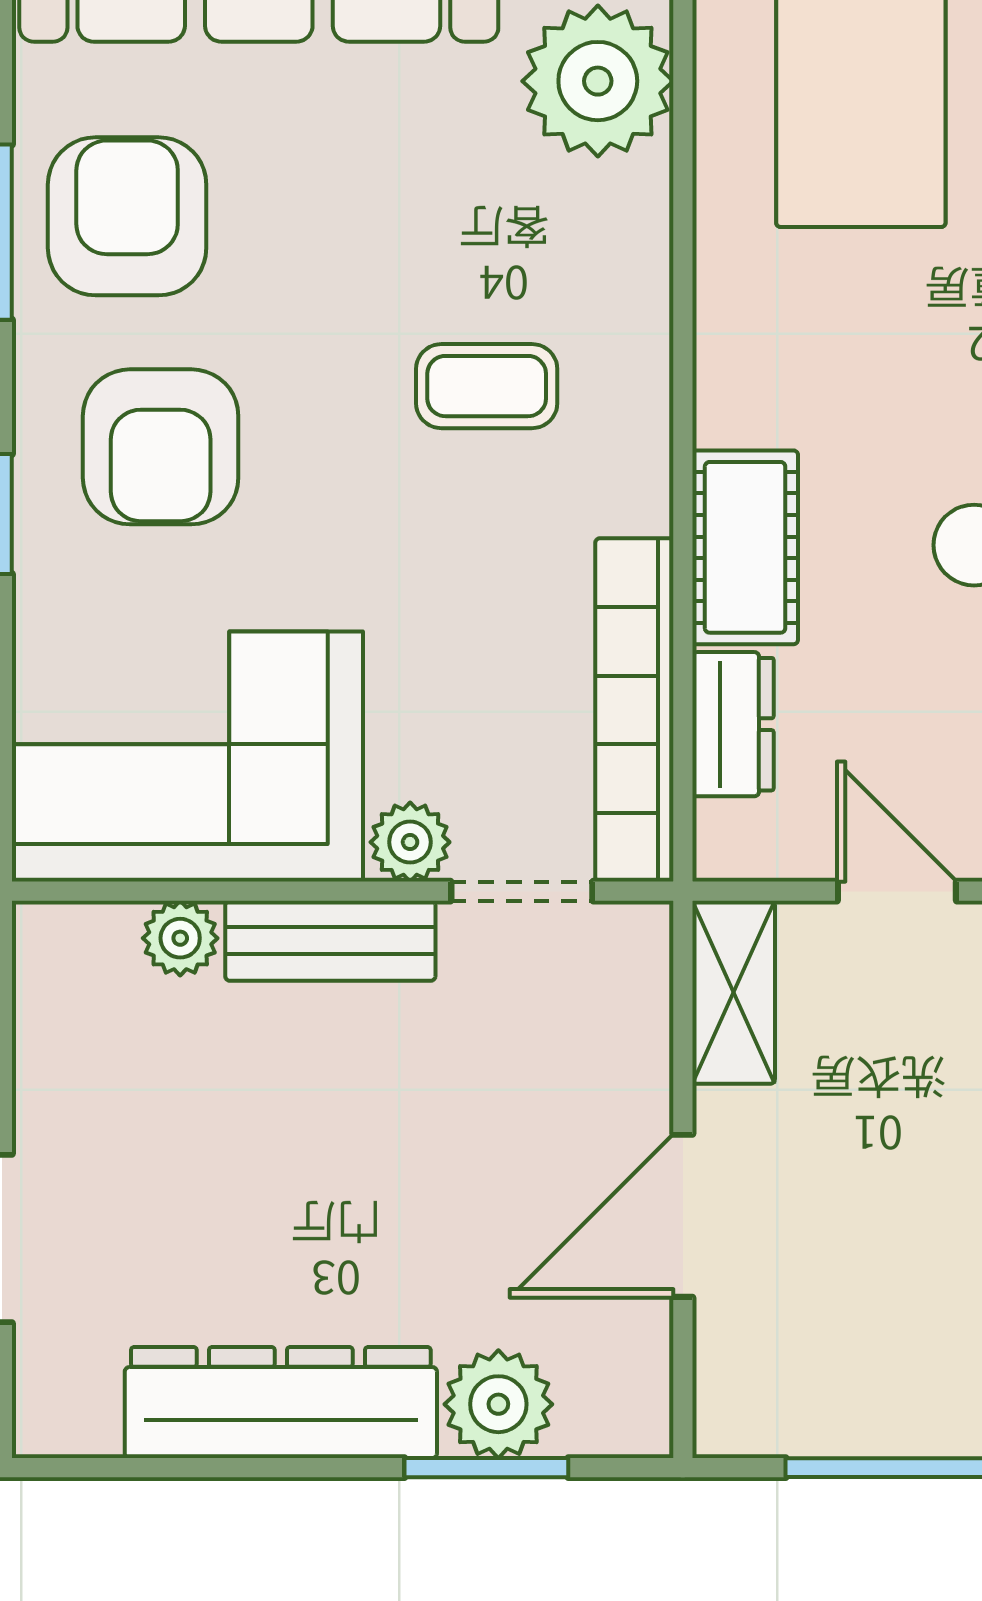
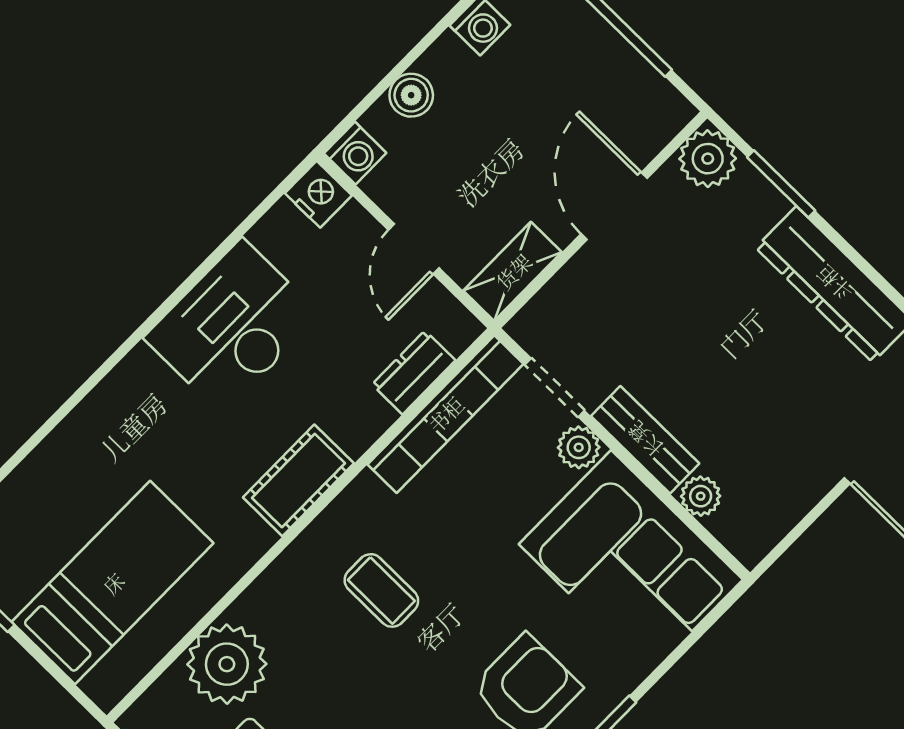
cot: (745, 547) -> (298, 480), moved
door: (683, 1216) -> (614, 206), swing flipped
plant: (498, 1404) -> (708, 159), moved

